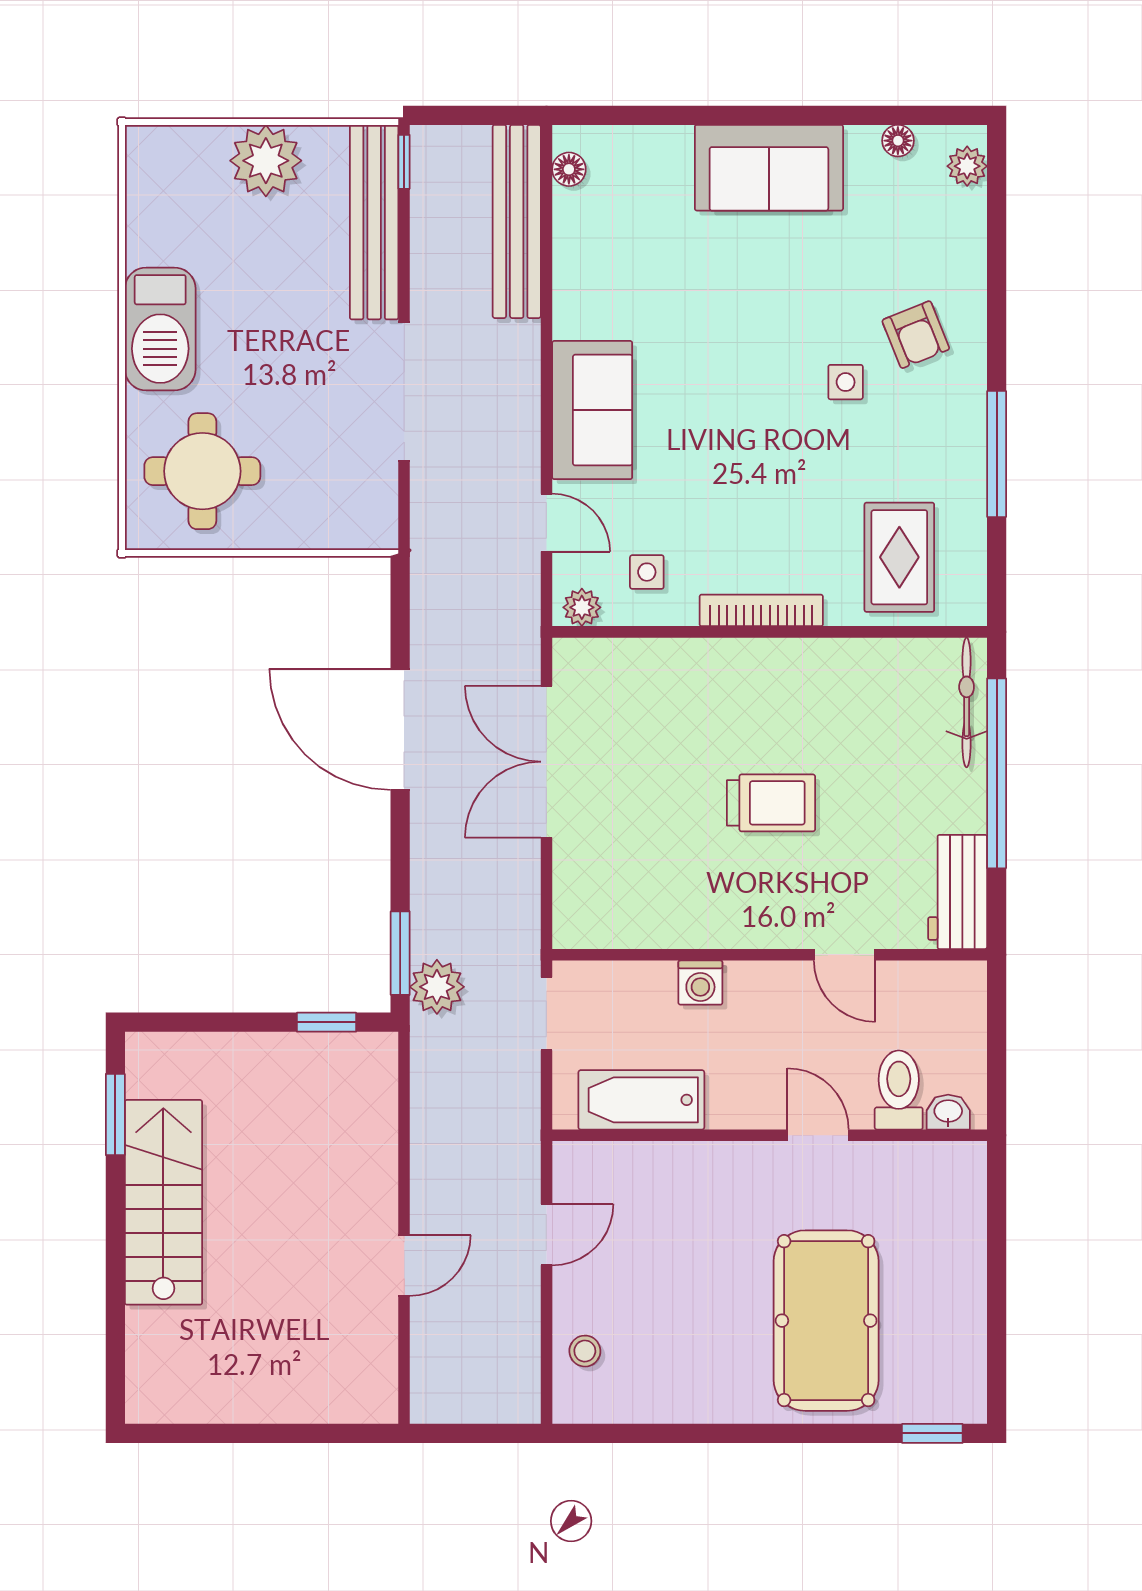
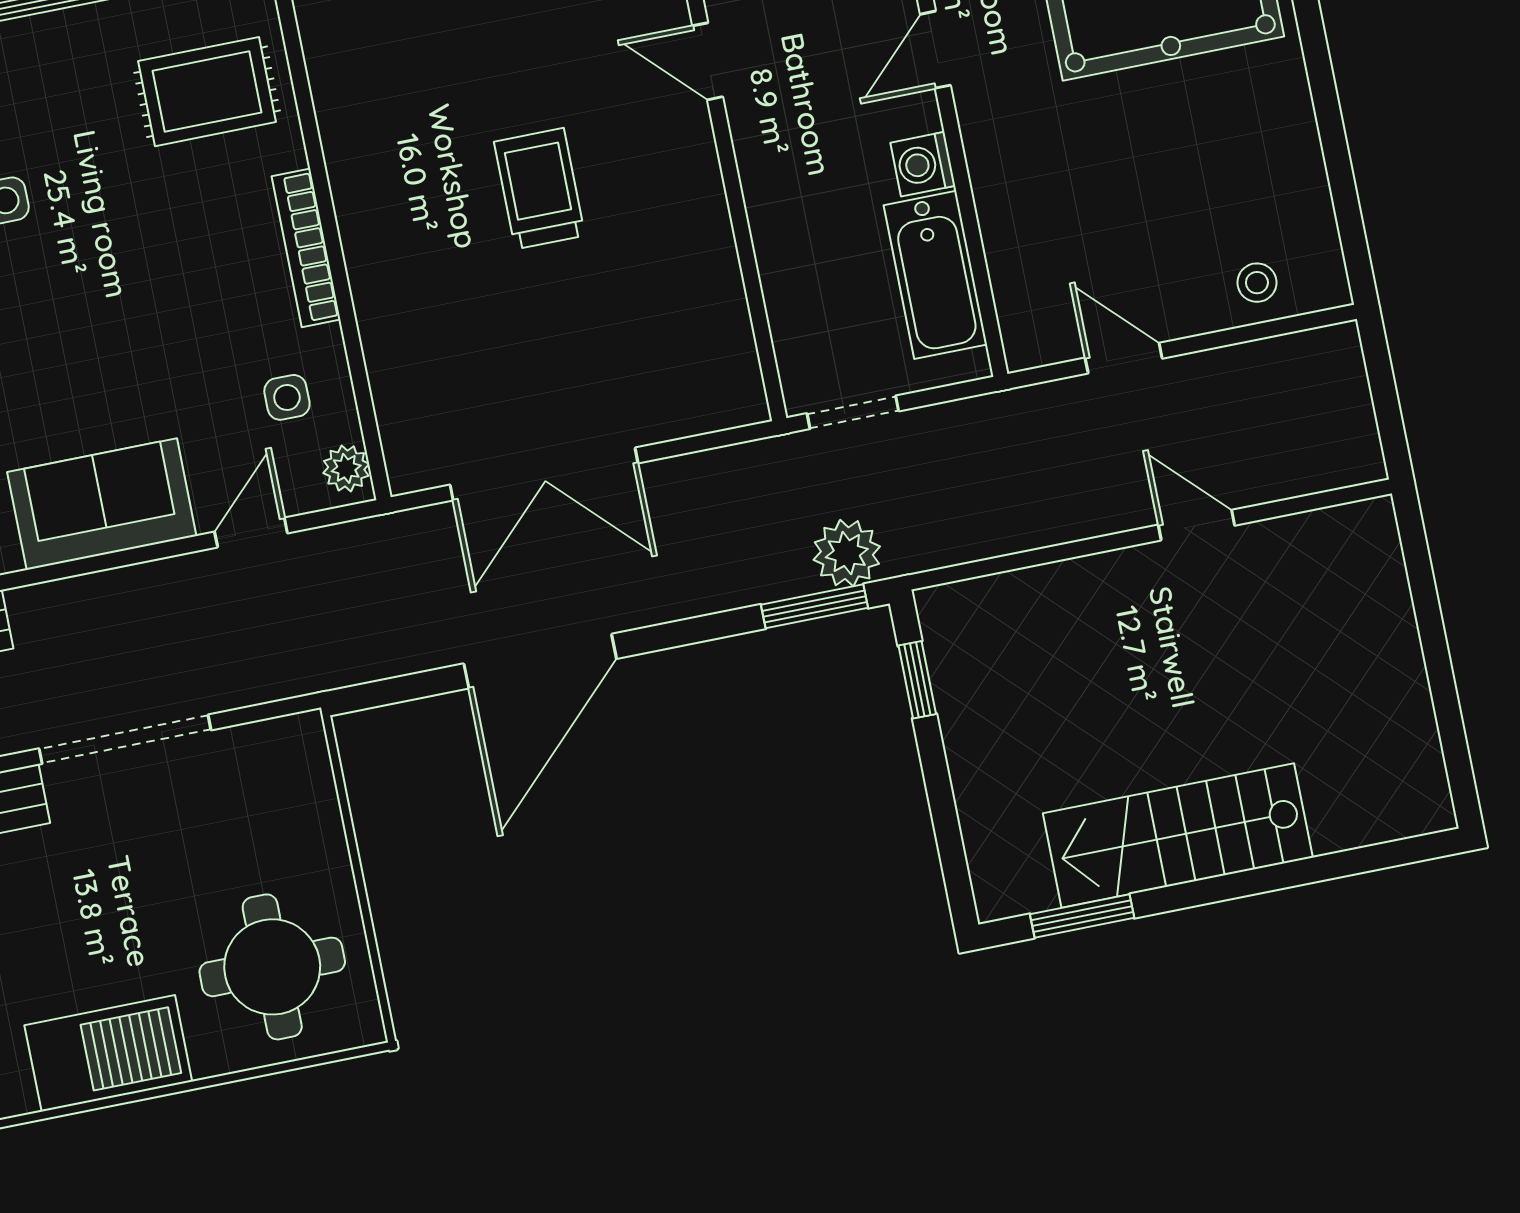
door: (845, 955) -> (708, 61), swing flipped
washing machine: (700, 983) -> (923, 164), moved, turned 180

